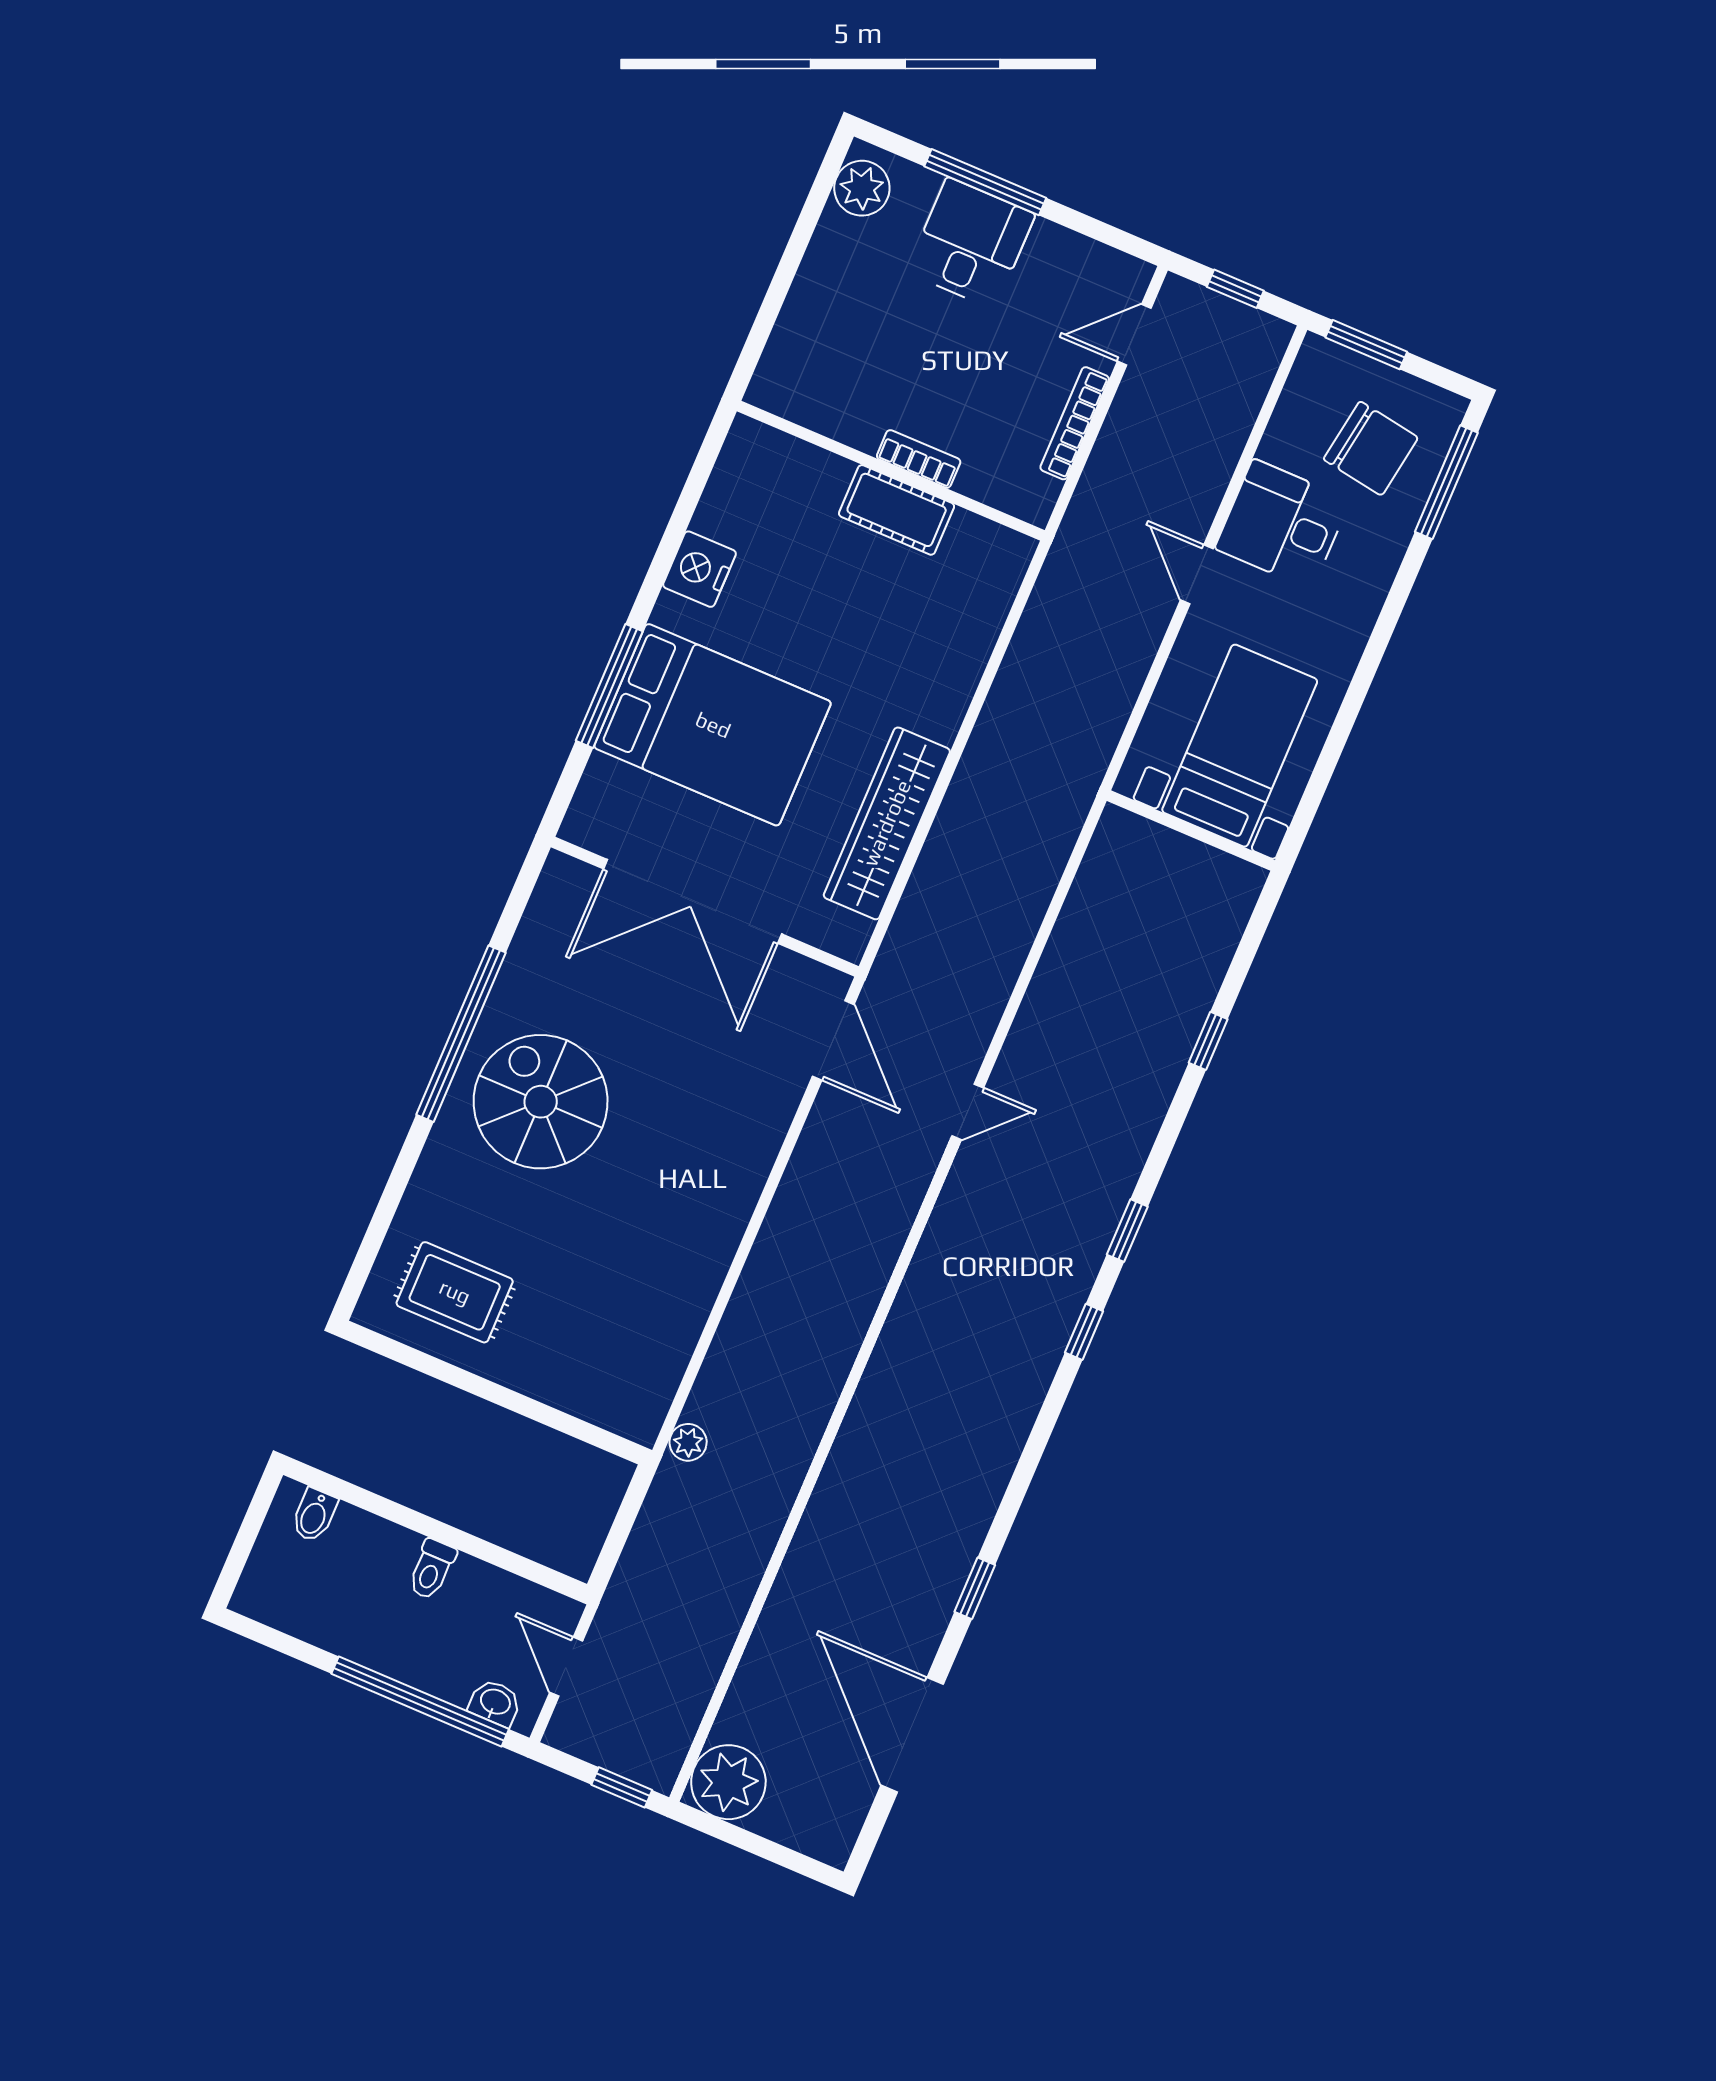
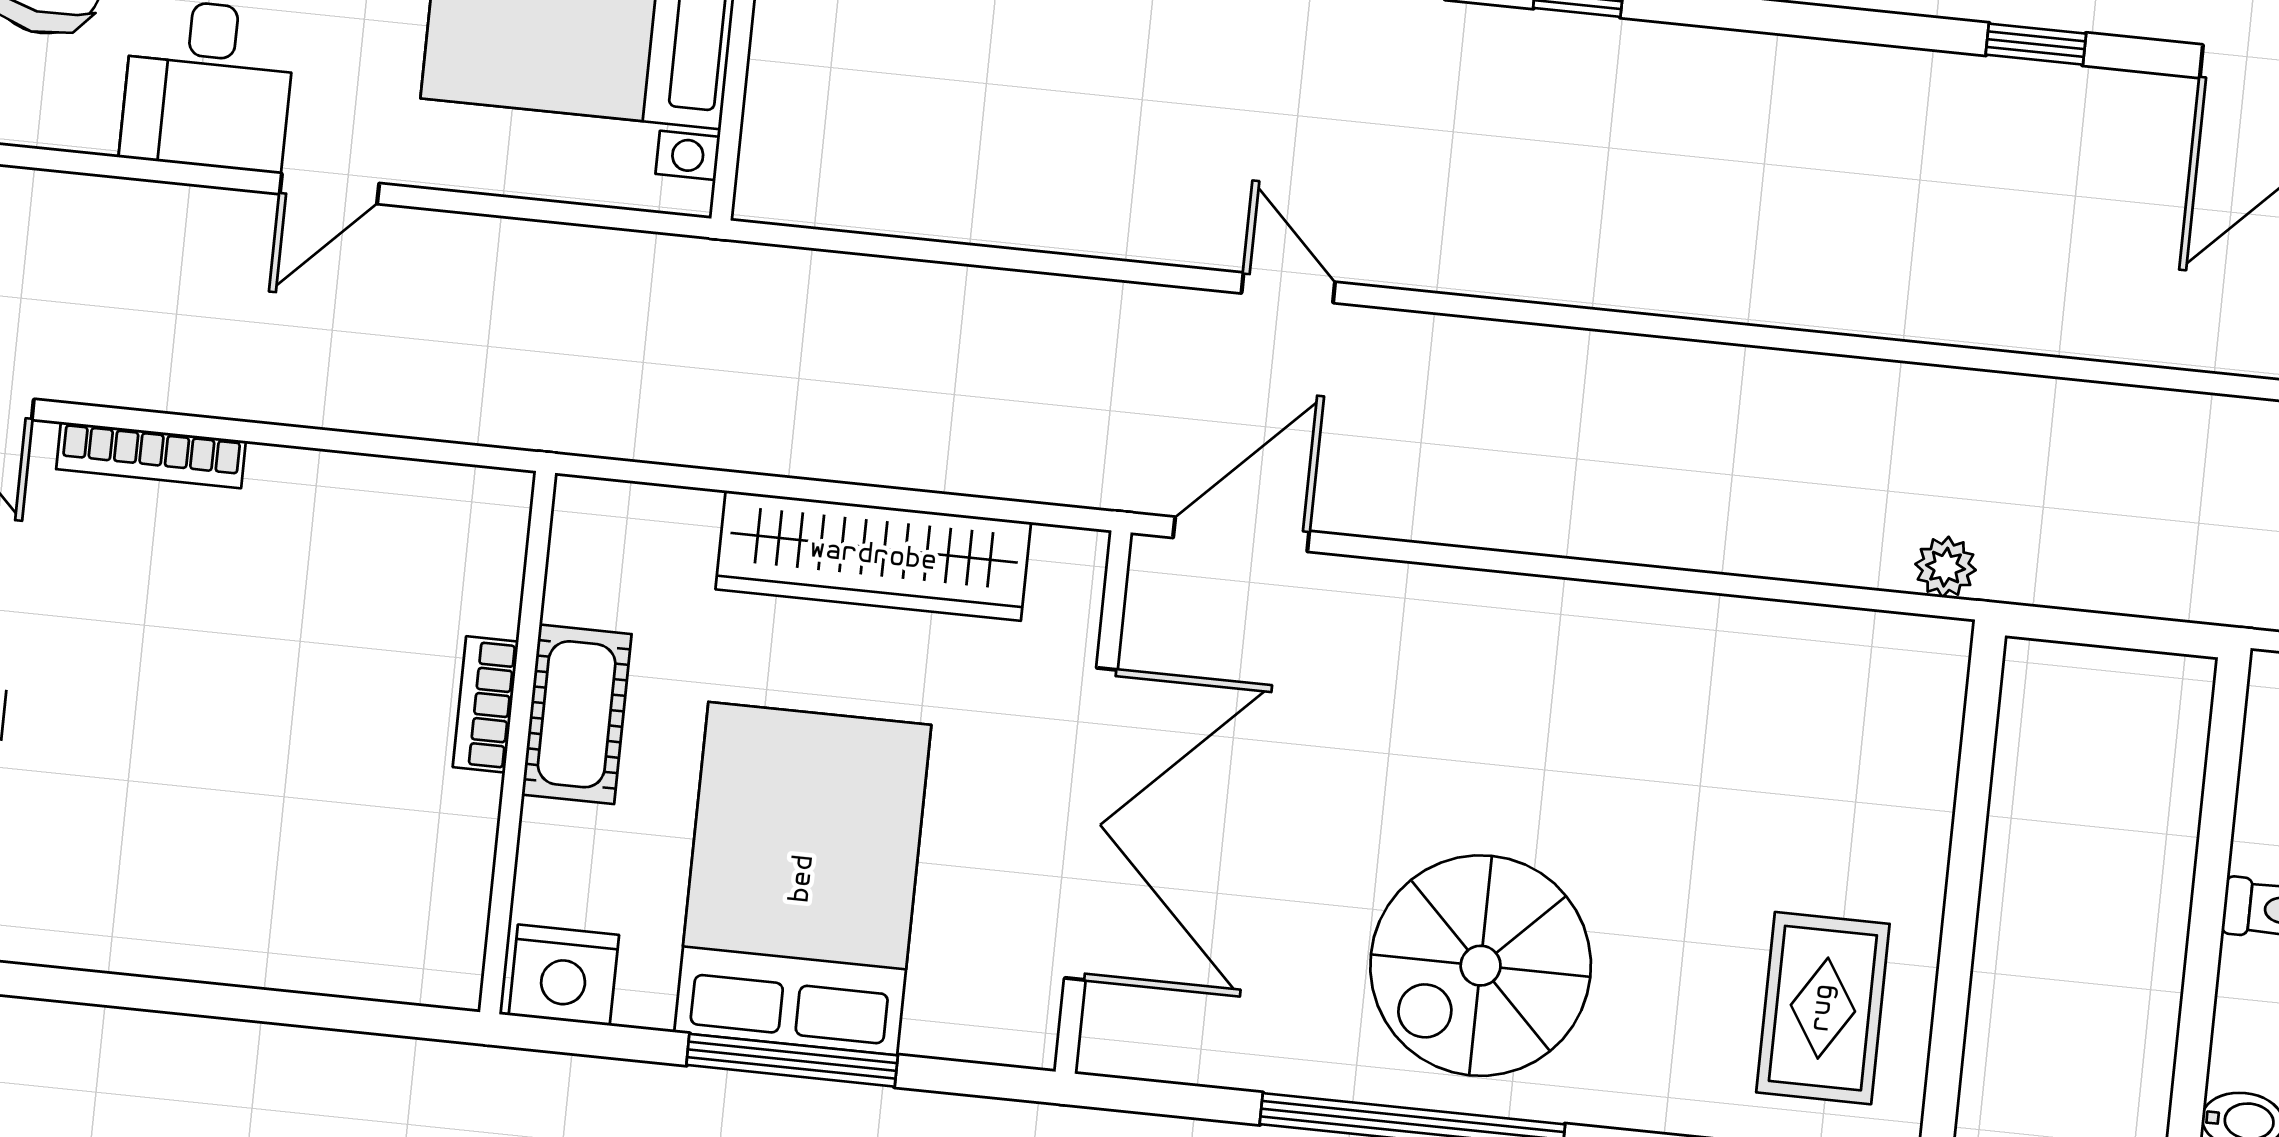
bookcase: (919, 459) -> (486, 704), moved
wall: (891, 471) -> (518, 743), moved
cot: (897, 510) -> (577, 714), moved

